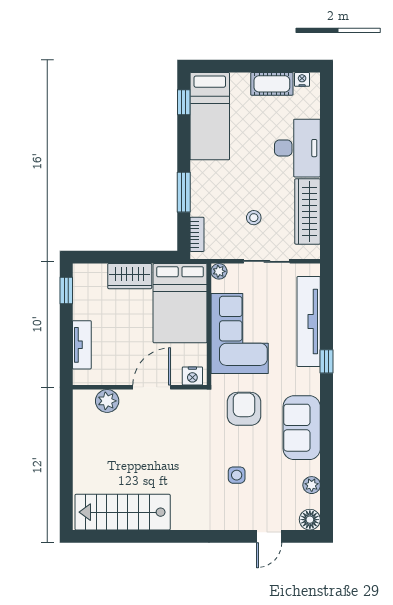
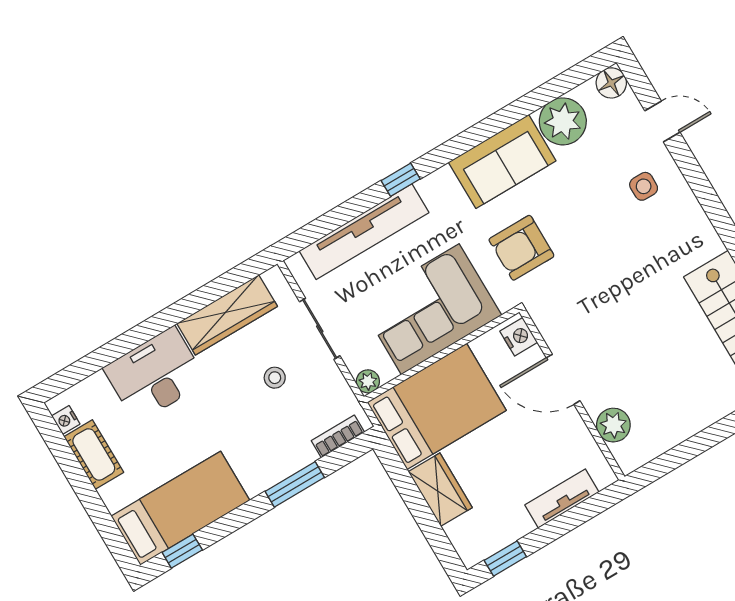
side table: (237, 475) -> (644, 186), moved
plant: (312, 485) -> (563, 121), width x1.87, depth x1.87

